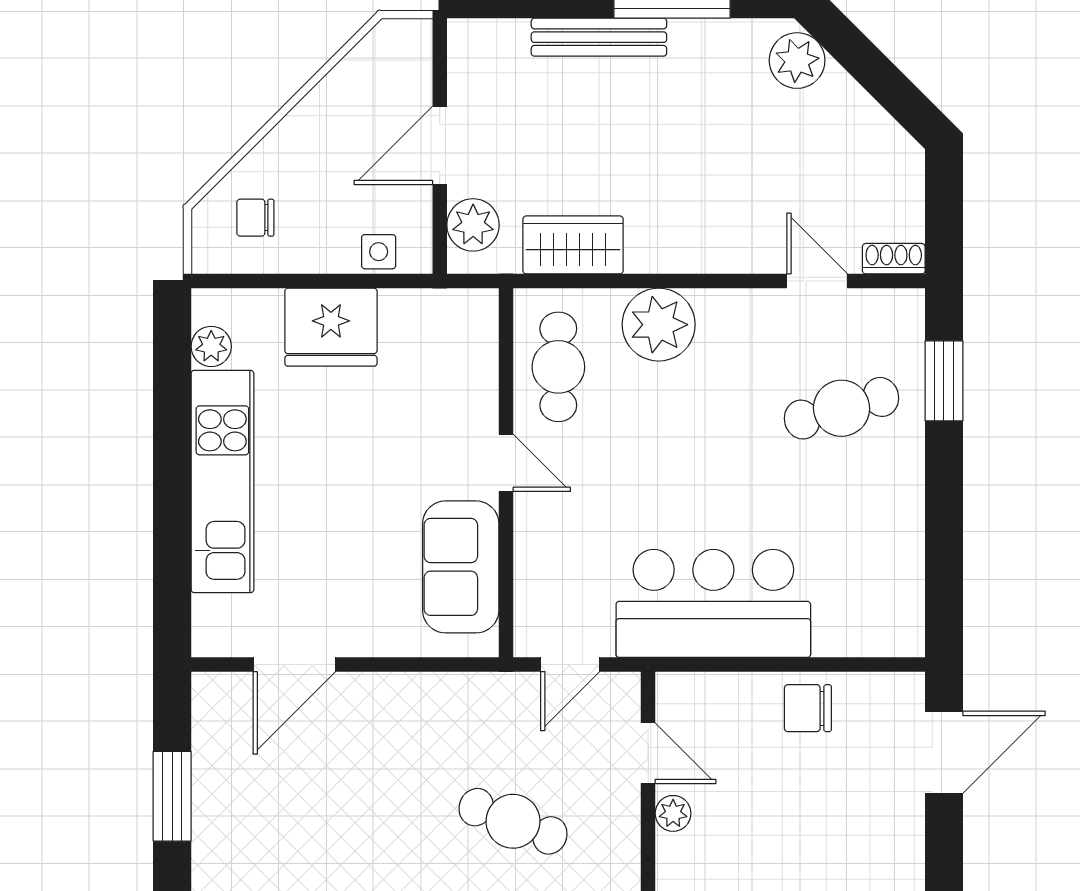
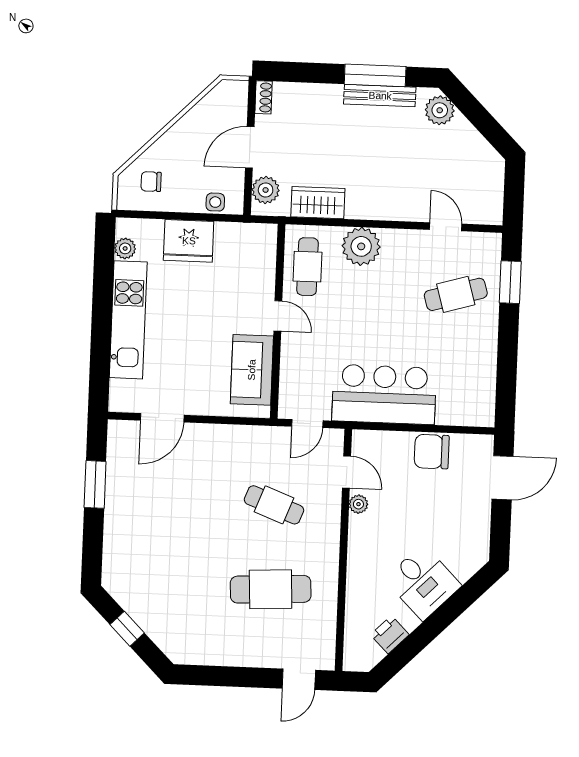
bench: (599, 37) -> (380, 96), moved
shoe rack: (894, 259) -> (263, 97), moved, turned 90
chair: (808, 708) -> (432, 452), width x1.37, depth x1.37

